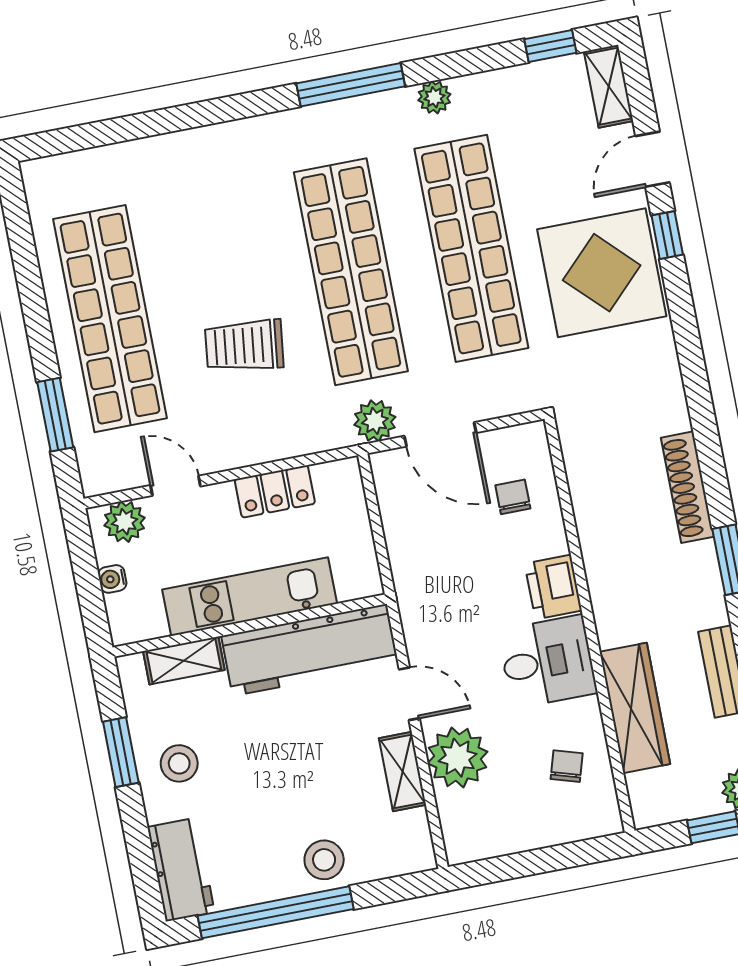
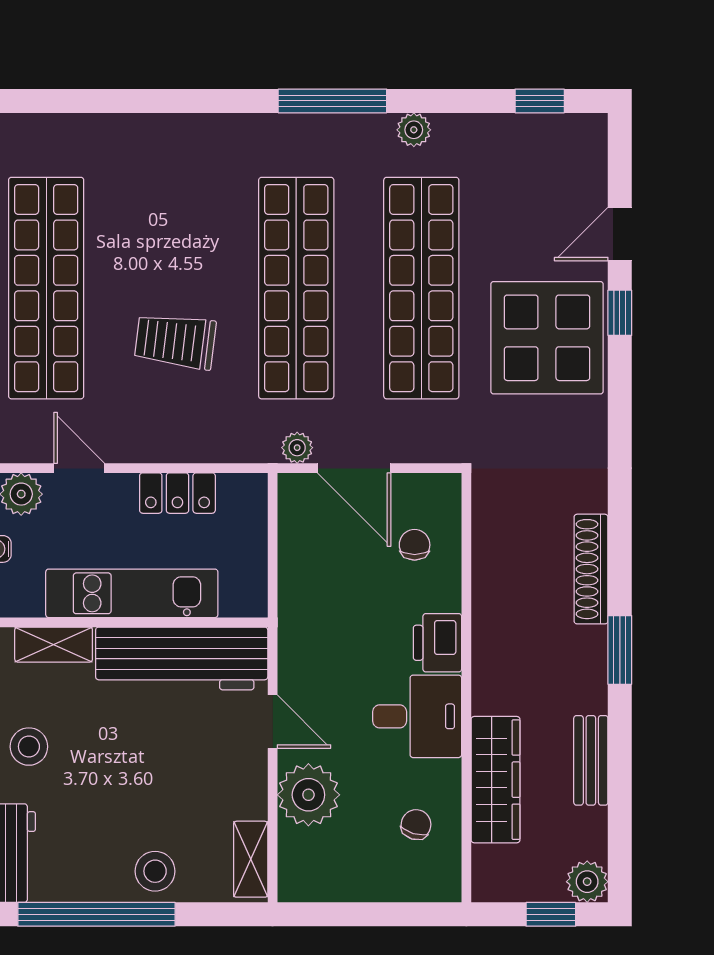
shelving: (609, 86) -> (590, 153), removed
plant: (375, 421) -> (297, 448), width x0.73, depth x0.73
shelving: (402, 772) -> (251, 859), moved

